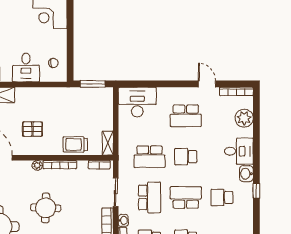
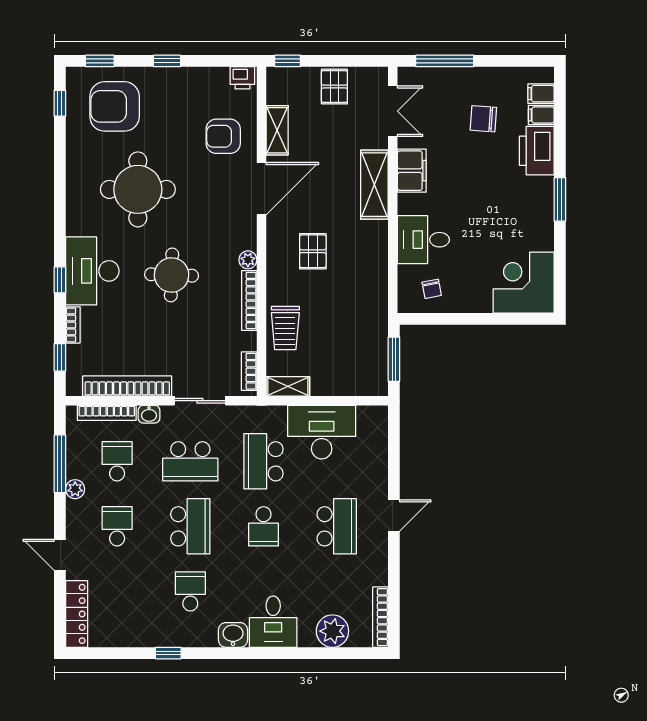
door: (207, 84) -> (394, 516), moved
desk: (137, 102) -> (322, 432), moved, turned -90
school desk: (186, 116) -> (337, 526), turned 180
trolley: (75, 144) -> (285, 328), turned 180
school desk: (186, 157) -> (264, 526), turned 180
window: (256, 191) -> (168, 653), moved

